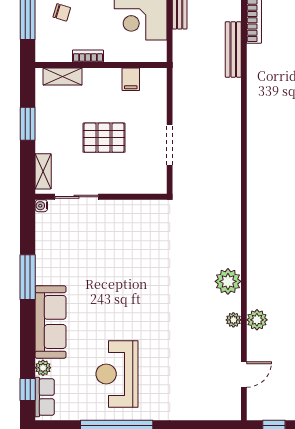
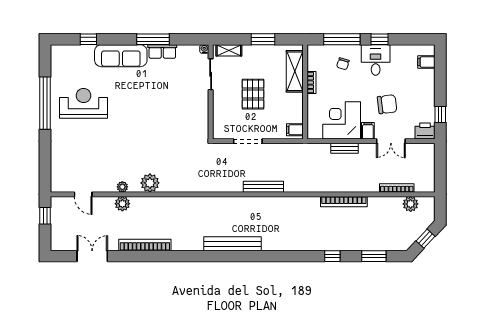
bench: (233, 49) -> (263, 187), moved
shelving: (63, 77) -> (295, 71), width x1.50, depth x1.33
filing cabinet: (131, 79) -> (295, 130), moved
plant: (43, 368) -> (88, 50), removed
window: (28, 390) -> (88, 39), moved
row of seats: (45, 397) -> (162, 51), moved

